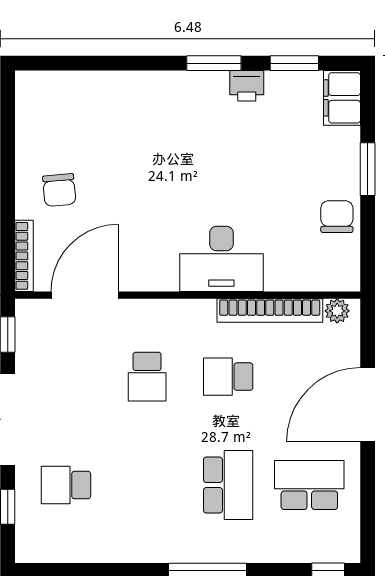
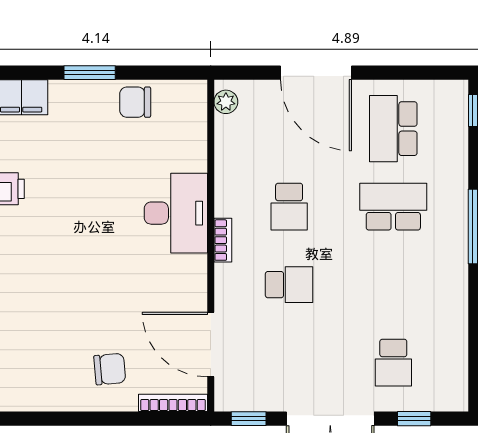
bookcase: (270, 310) -> (223, 240), moved, width x0.43, depth x0.76

